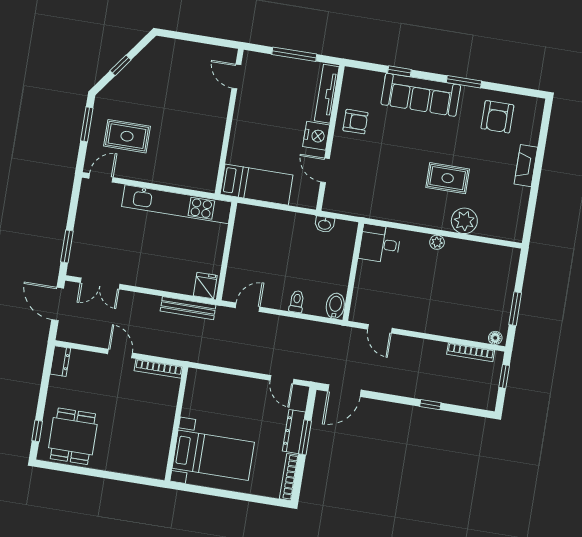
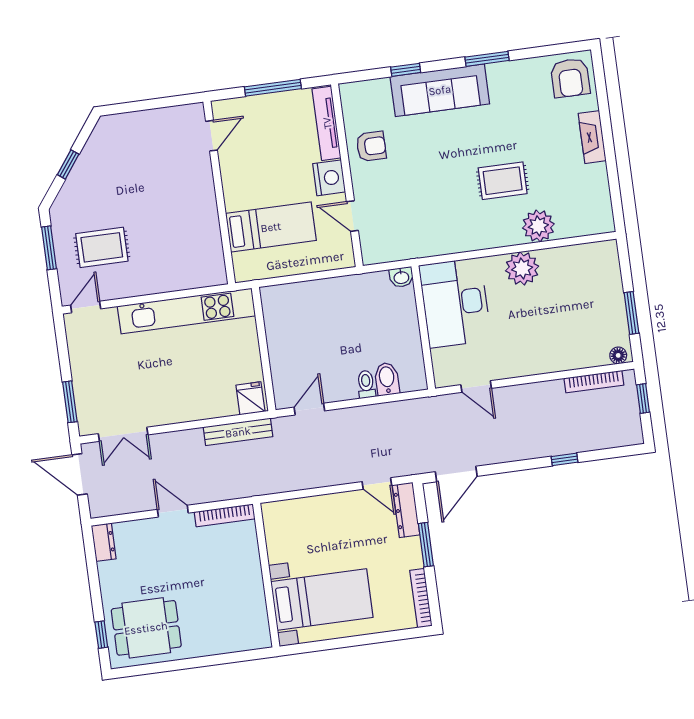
door: (236, 77) -> (212, 136), swing flipped
armchair: (497, 117) -> (570, 78), moved
bed: (257, 185) -> (271, 227), moved
washbasin: (325, 224) -> (401, 277), moved
plant: (437, 242) -> (522, 268), width x1.87, depth x1.87
desk: (380, 244) -> (455, 303), width x1.87, depth x1.30
bidet: (335, 306) -> (387, 379), moved
dresser: (294, 432) -> (406, 510), moved
dining table: (73, 436) -> (146, 628), turned 90

